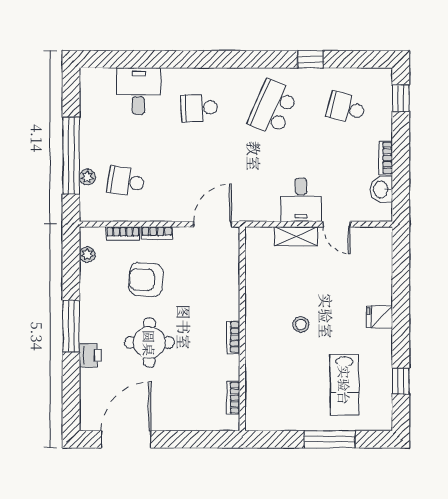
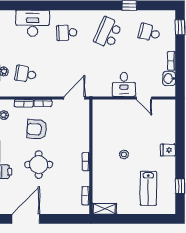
desk: (138, 91) -> (33, 23), width x1.37
shelving: (296, 236) -> (104, 209), moved
window: (330, 439) -> (140, 219), removed

